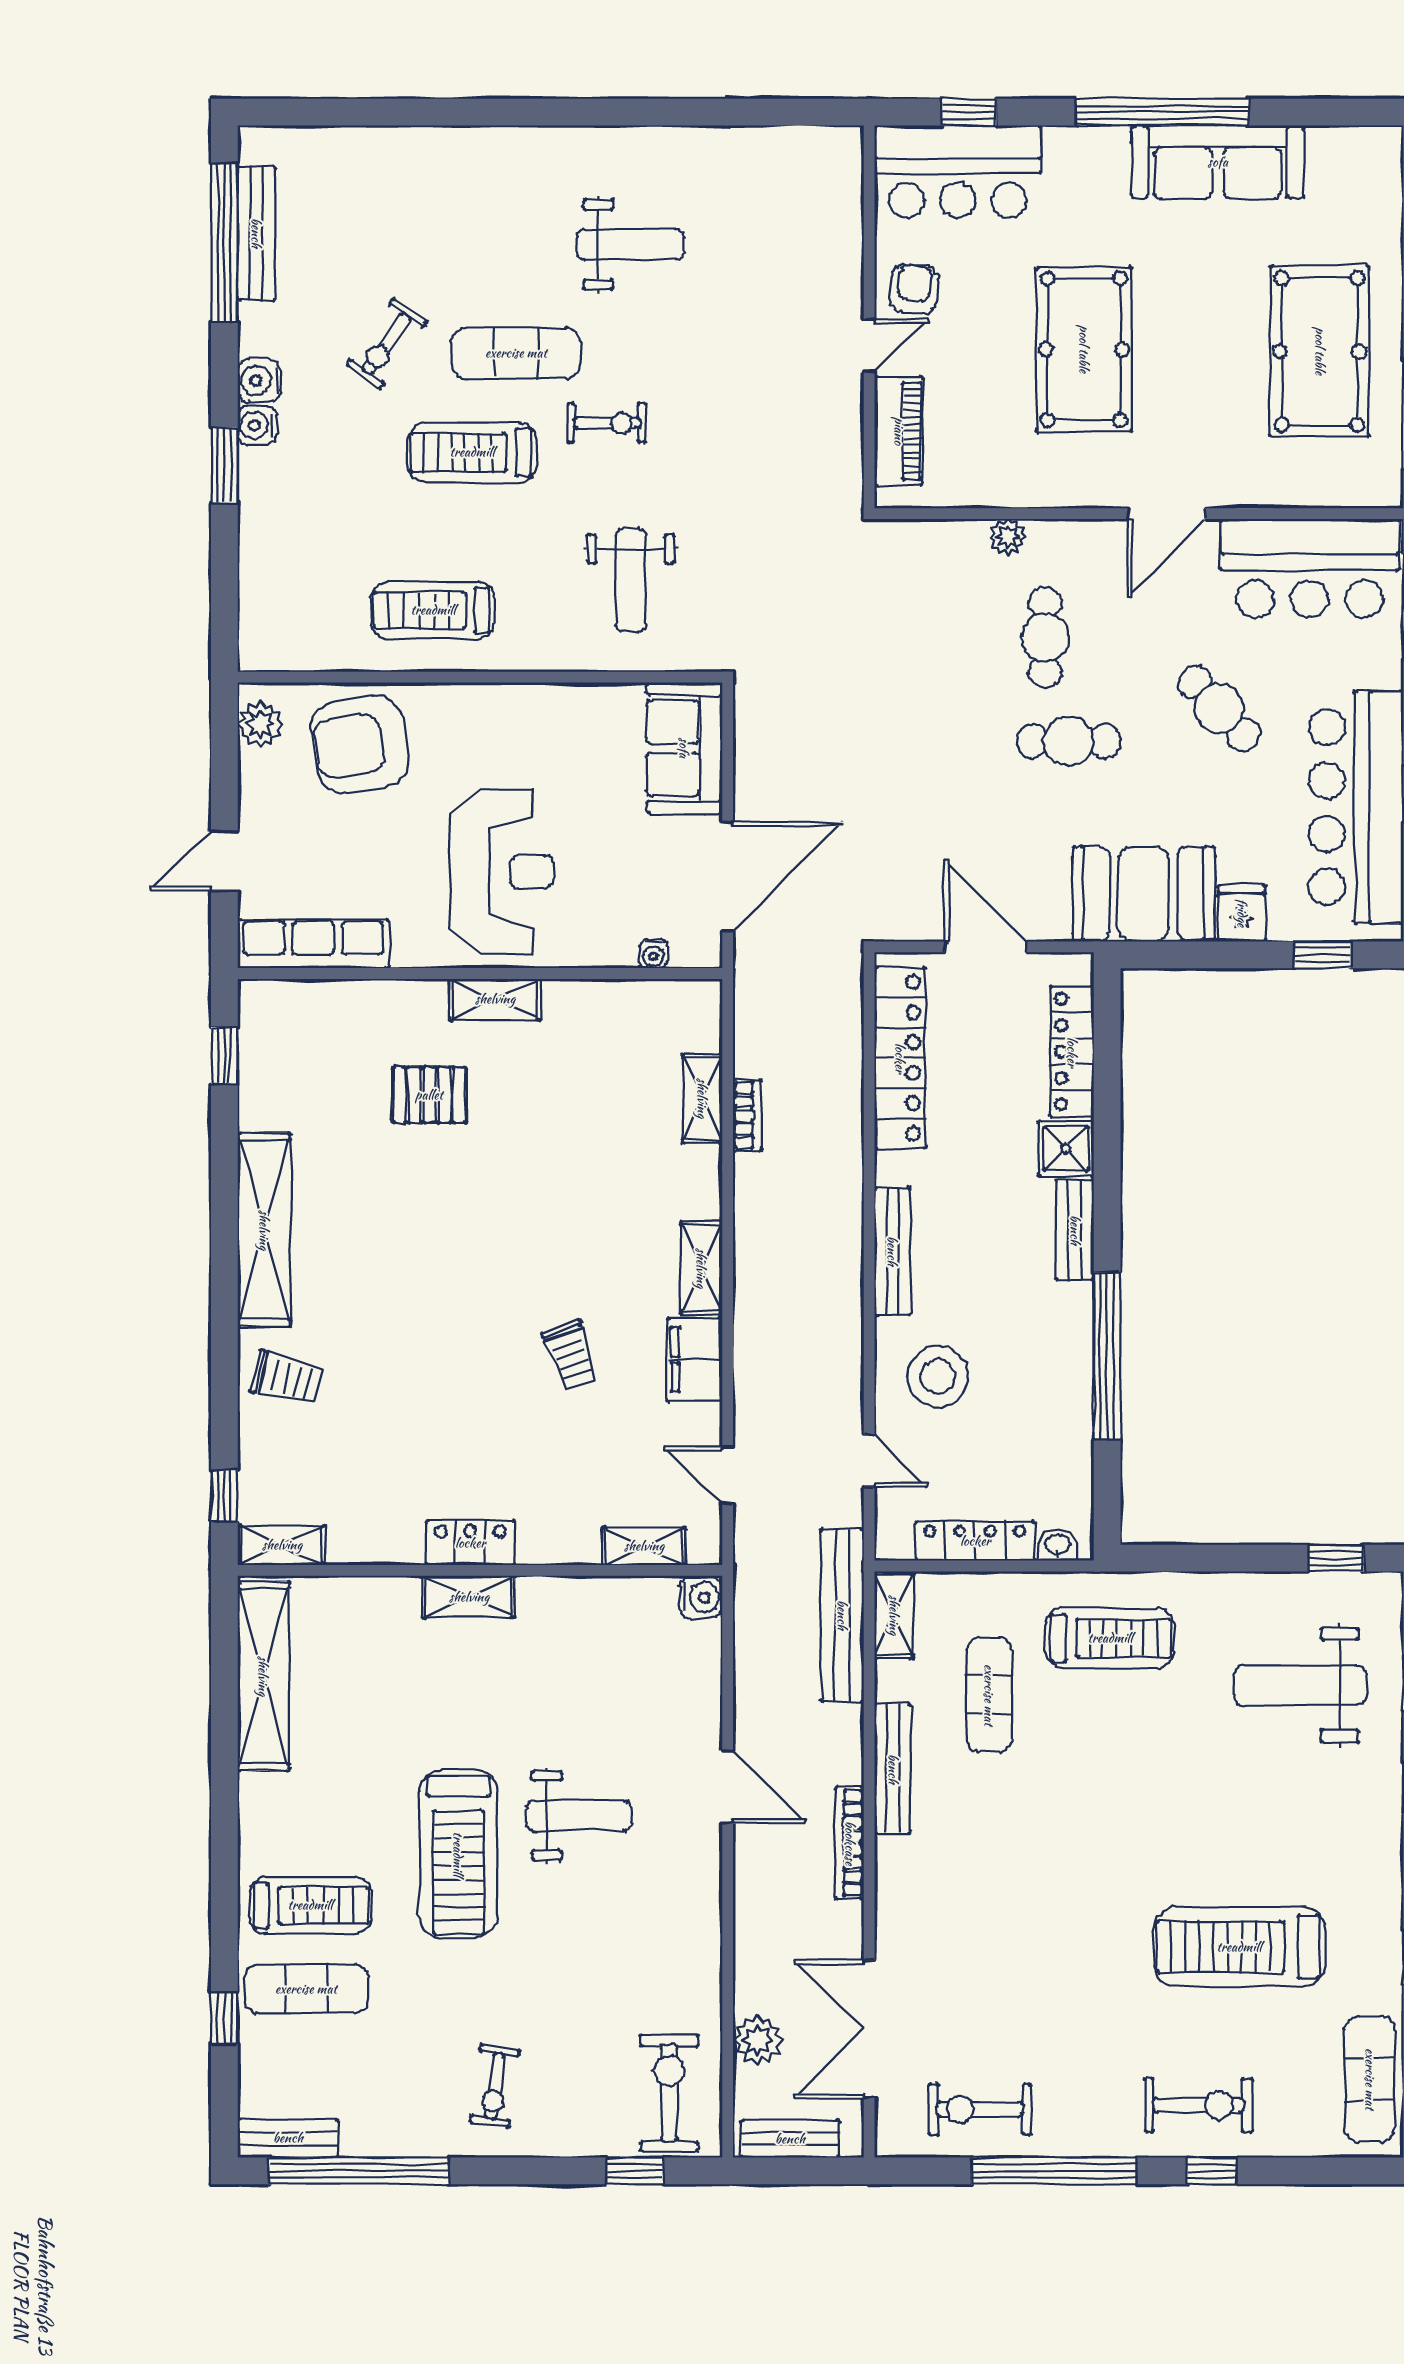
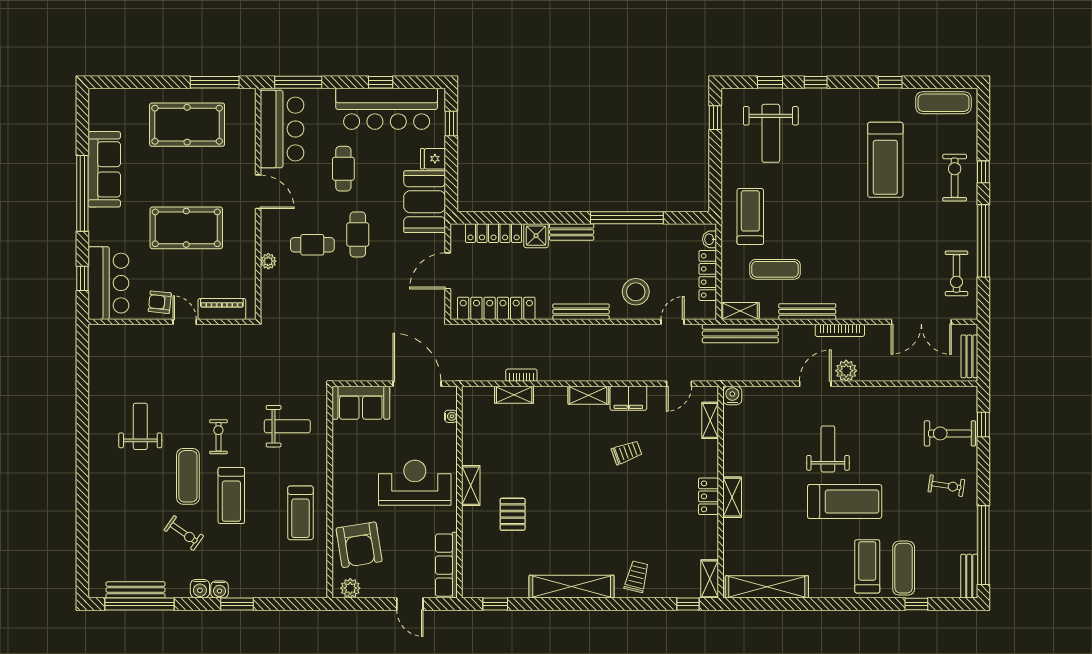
cafe table: (1219, 708) -> (343, 169), turned -47
plant: (757, 2040) -> (846, 371), moved
exercise bike: (669, 2093) -> (950, 433), moved

